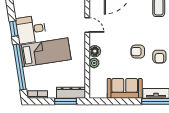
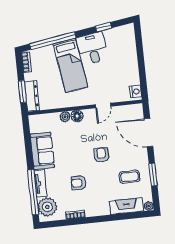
window: (14, 29) -> (104, 27), moved
armchair: (138, 52) -> (101, 155), moved

